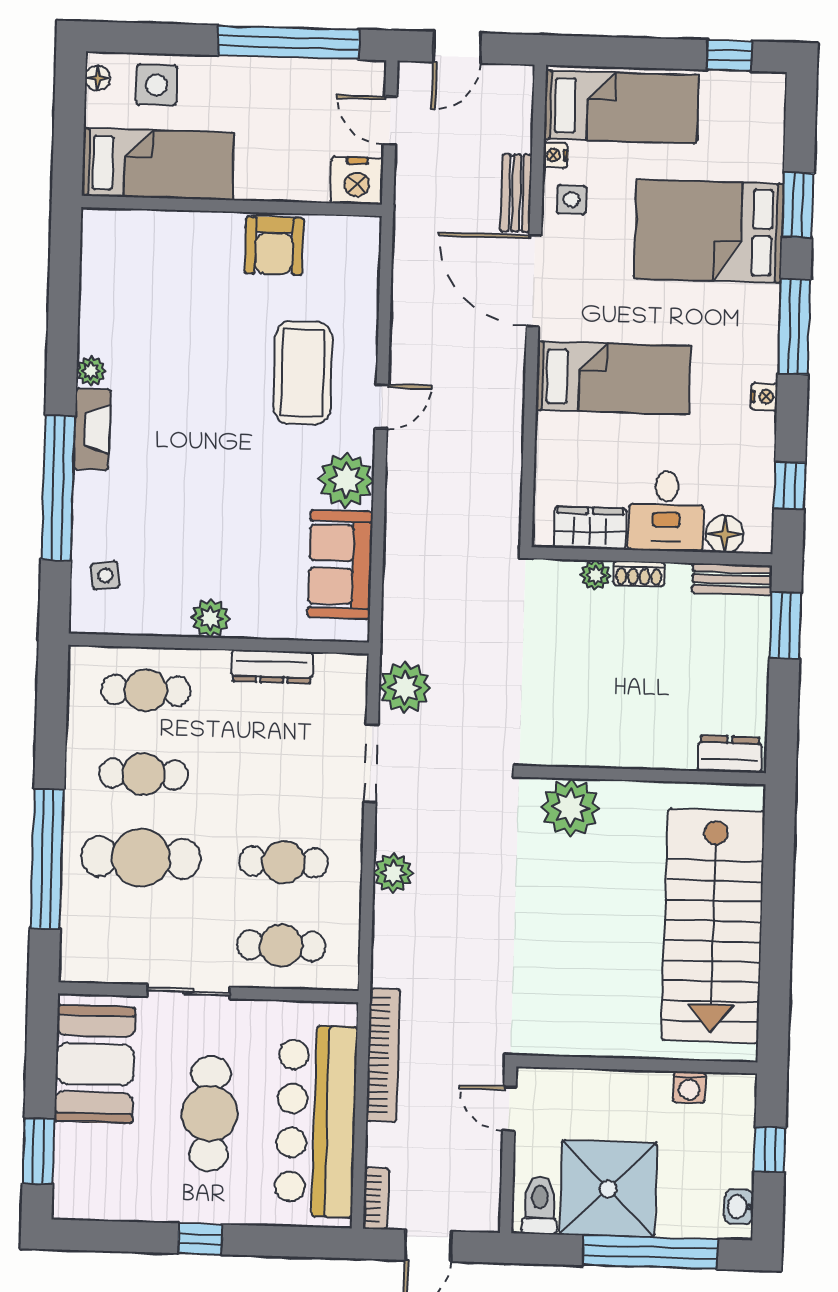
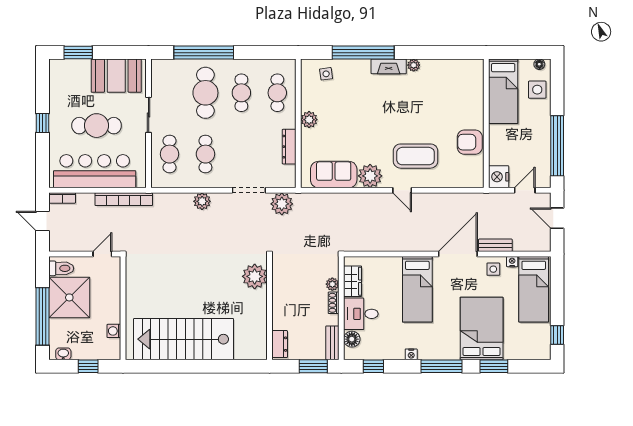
dresser: (730, 754) -> (280, 344), moved
wall: (645, 775) -> (270, 308), moved
plant: (571, 808) -> (255, 276), moved

